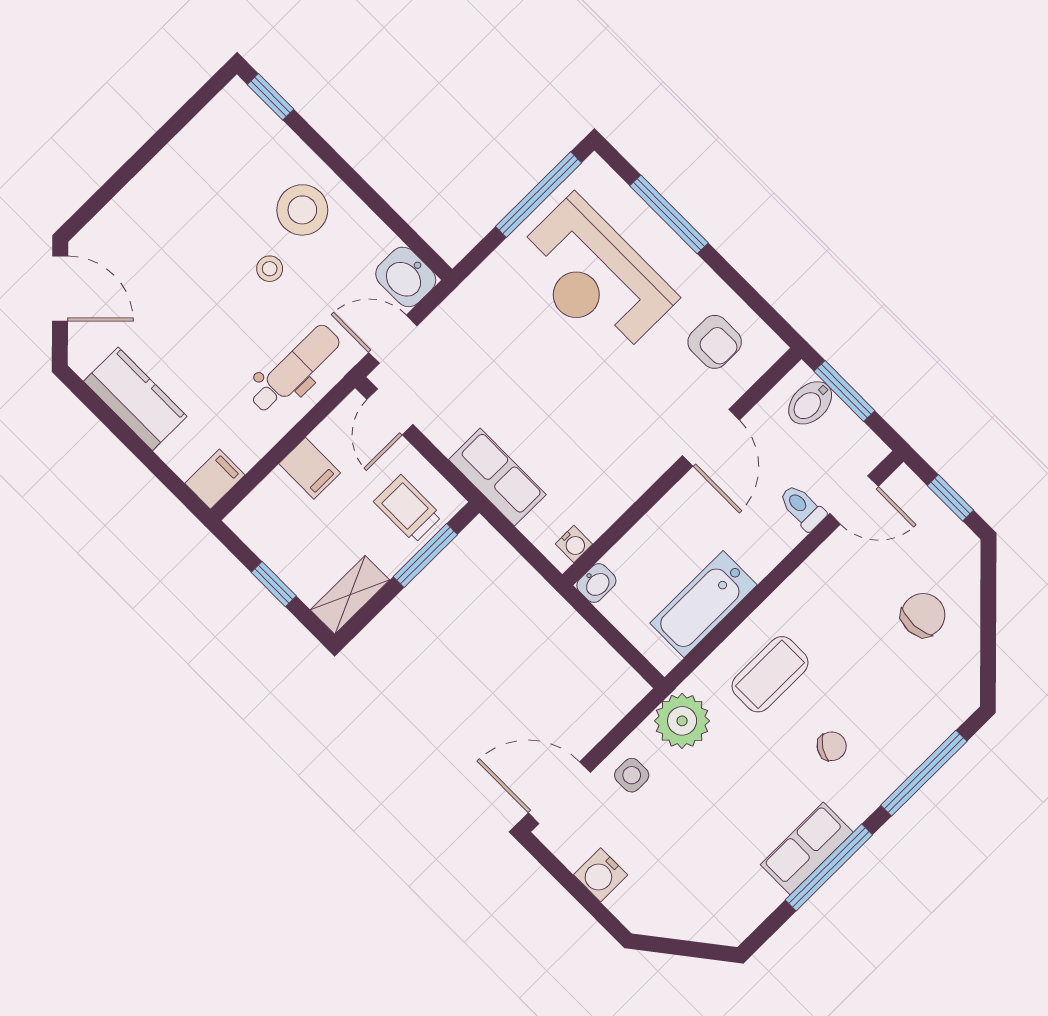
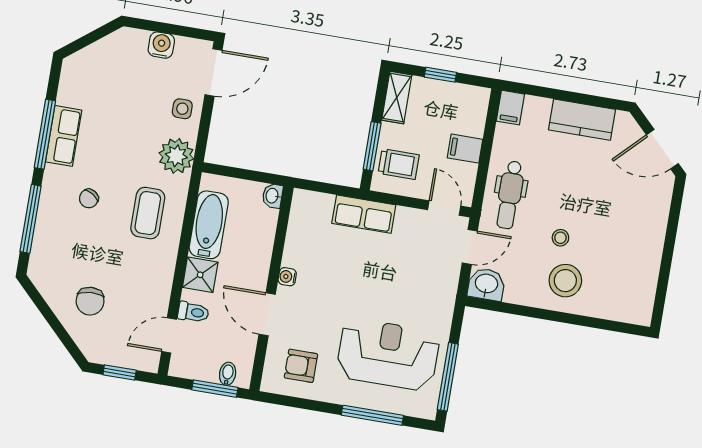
window: (270, 97) -> (624, 328), removed
bidet: (810, 403) -> (228, 374), width x0.72, depth x0.74
water cooler: (574, 544) -> (287, 277), moved
shower: (760, 549) -> (200, 275), added

